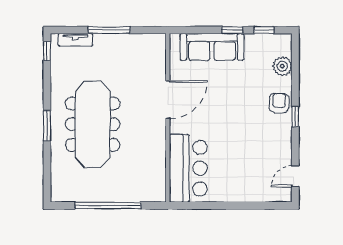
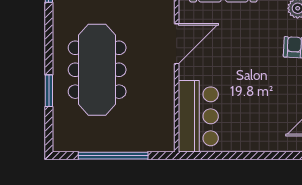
window: (47, 126) -> (49, 91), moved

